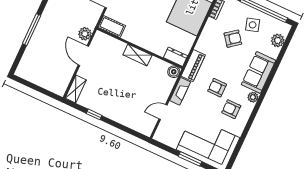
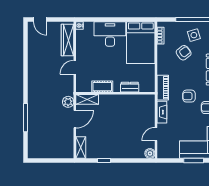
cot: (112, 26) -> (102, 87), moved
shelving: (137, 55) -> (87, 99), moved
door: (83, 56) -> (75, 119), swing flipped
dresser: (175, 57) -> (130, 87), moved
boiler: (174, 72) -> (150, 153), moved

